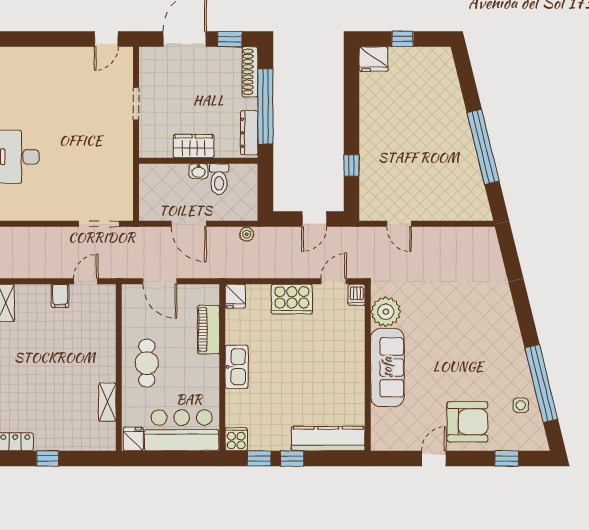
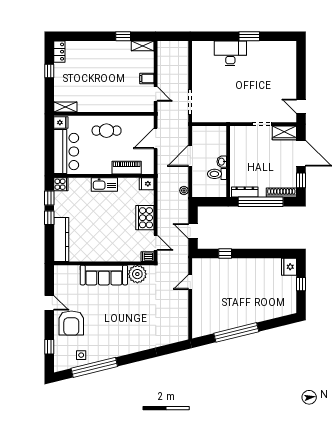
wardrobe: (194, 146) -> (284, 133), moved, turned 90
shelving: (107, 402) -> (65, 107), moved

